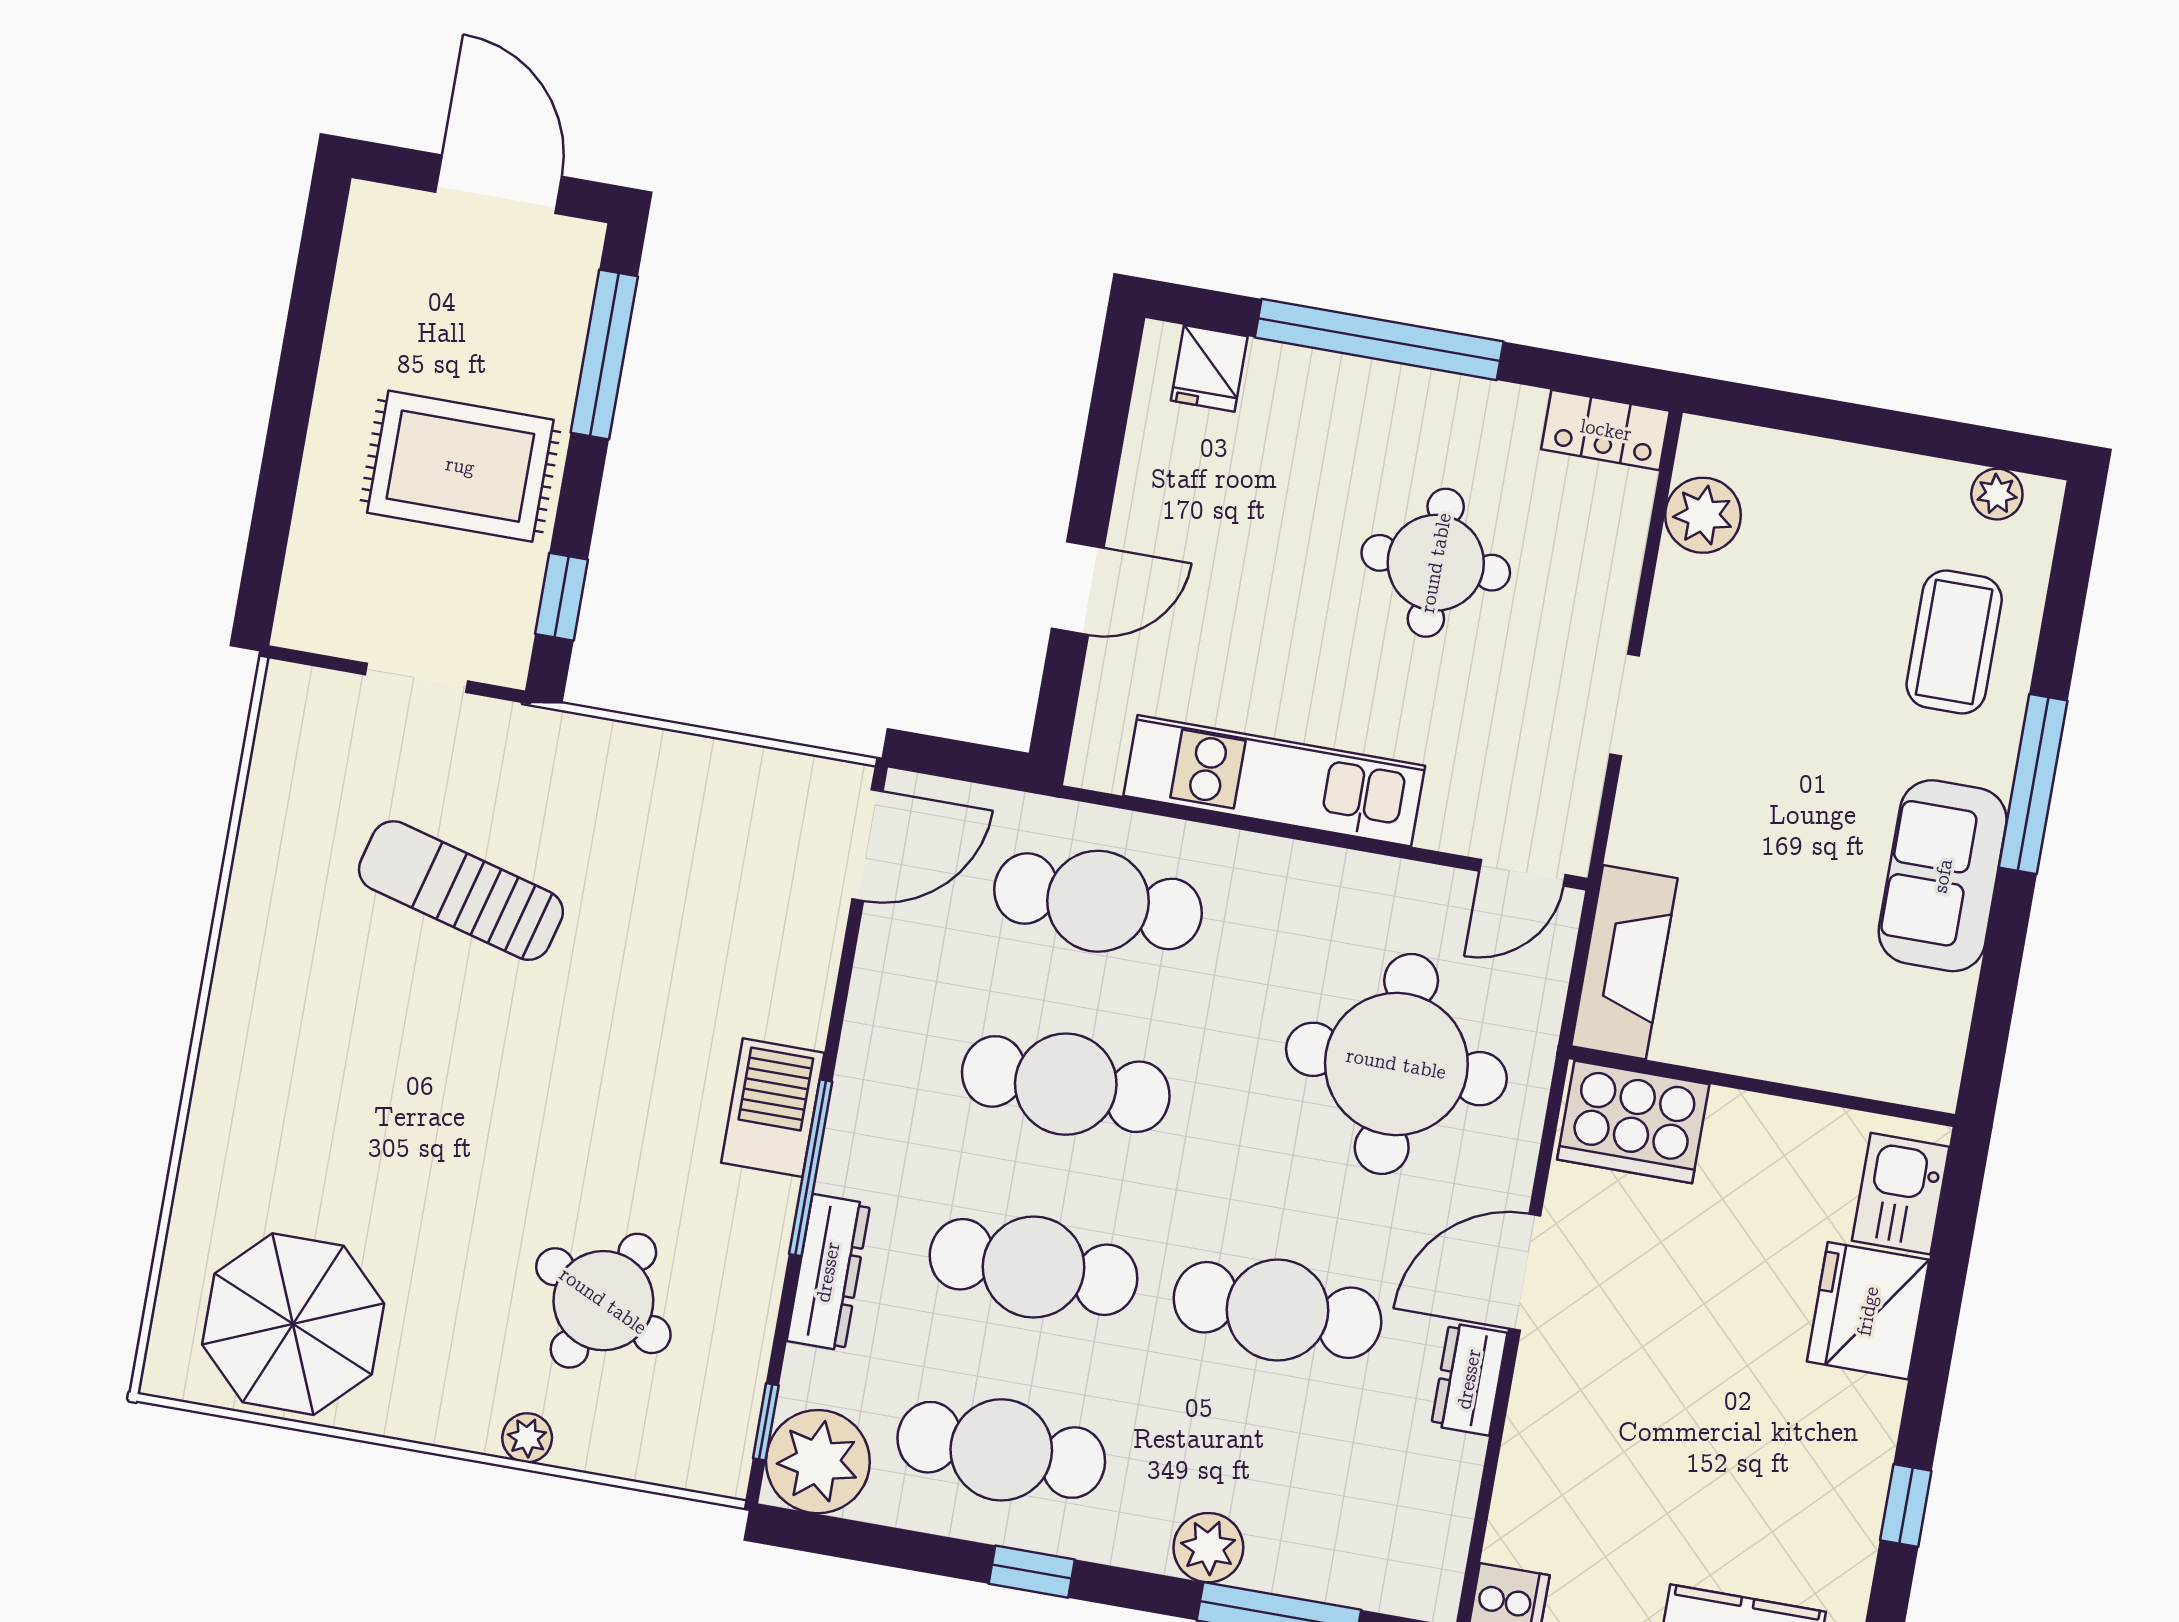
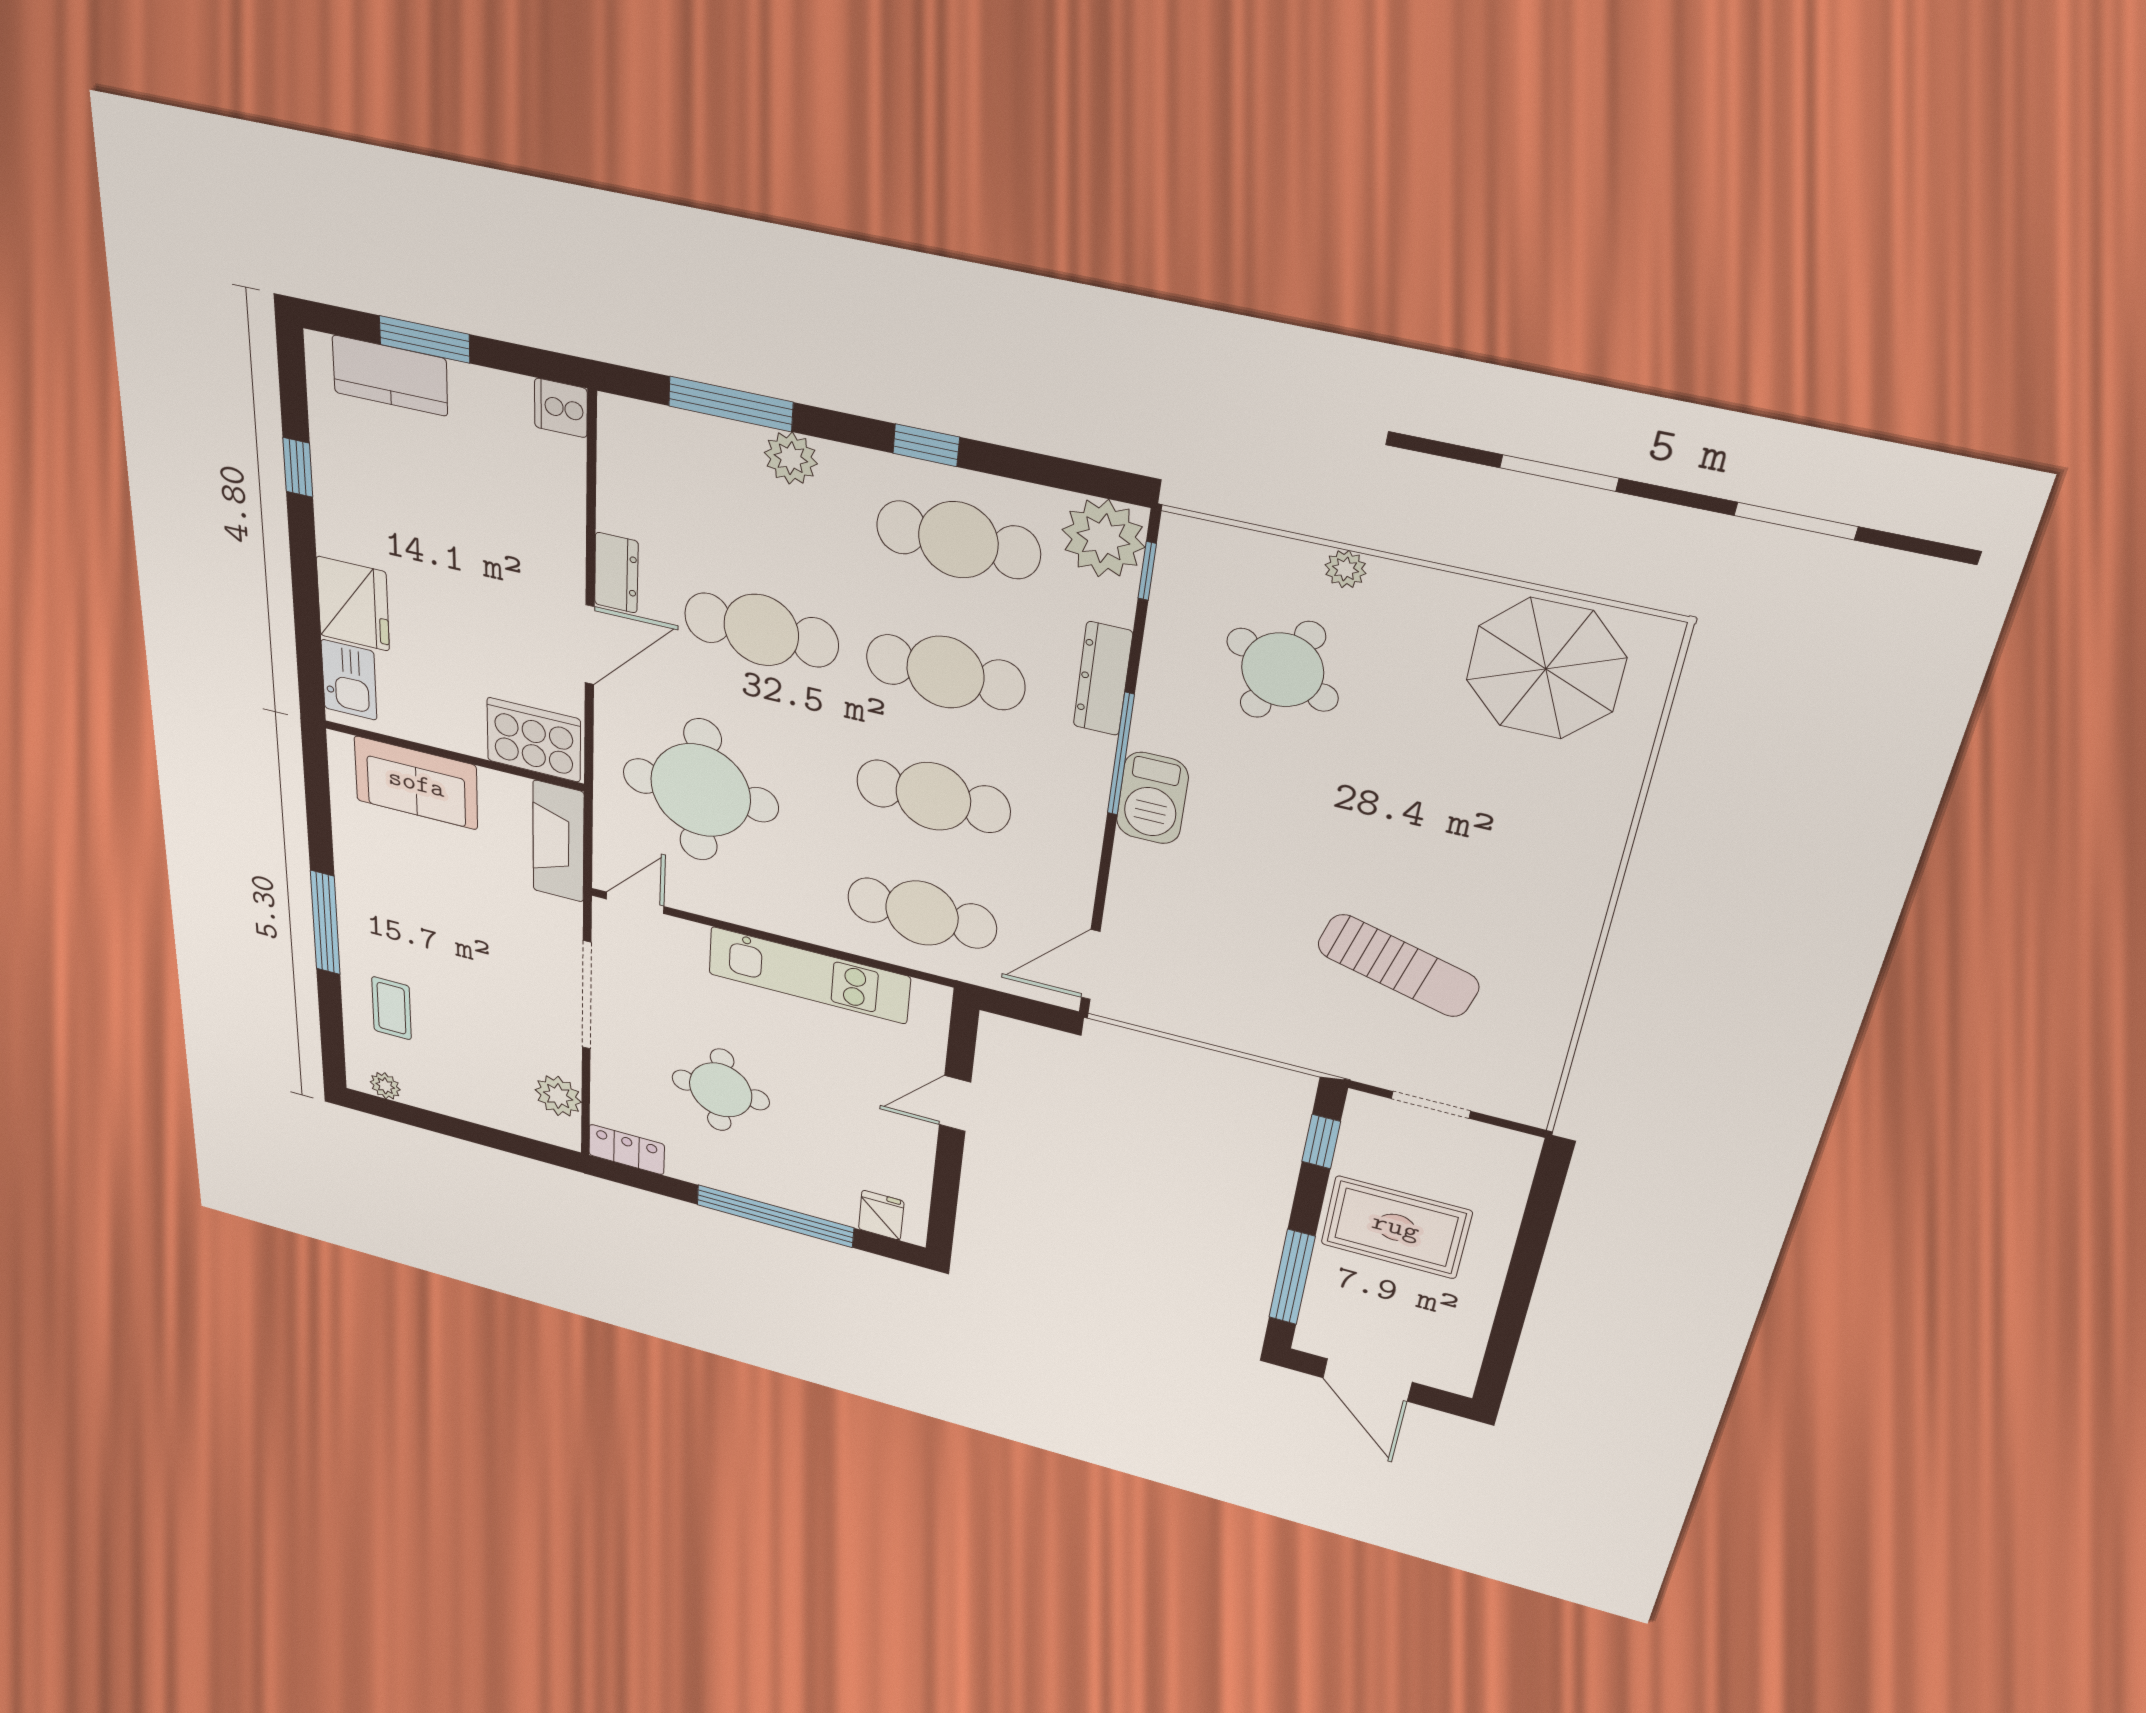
coffee table: (1954, 642) -> (392, 1008), width x0.73, depth x0.77
doorway: (1625, 705) -> (587, 995), width x1.88
sofa: (1943, 876) -> (416, 783), moved, turned 90

